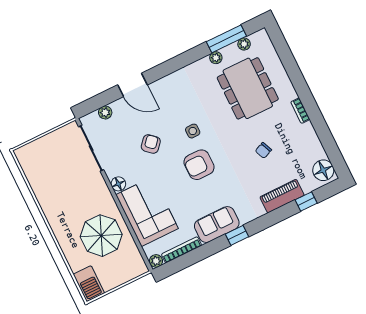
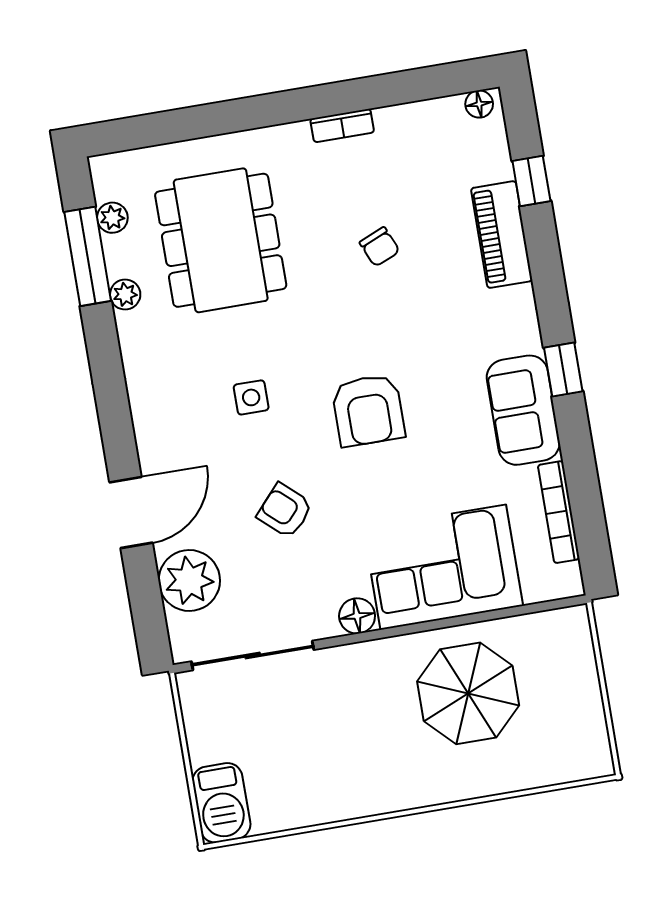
dining table: (248, 88) -> (221, 240), turned 90
bookcase: (300, 111) -> (342, 126), moved
plant: (105, 113) -> (189, 580), width x1.88, depth x1.88
side table: (193, 131) -> (251, 397), moved
floor lamp: (323, 170) -> (479, 104), width x0.53, depth x0.53
plant: (156, 261) -> (567, 581), removed
barbecue: (89, 284) -> (221, 803), moved, turned 90

